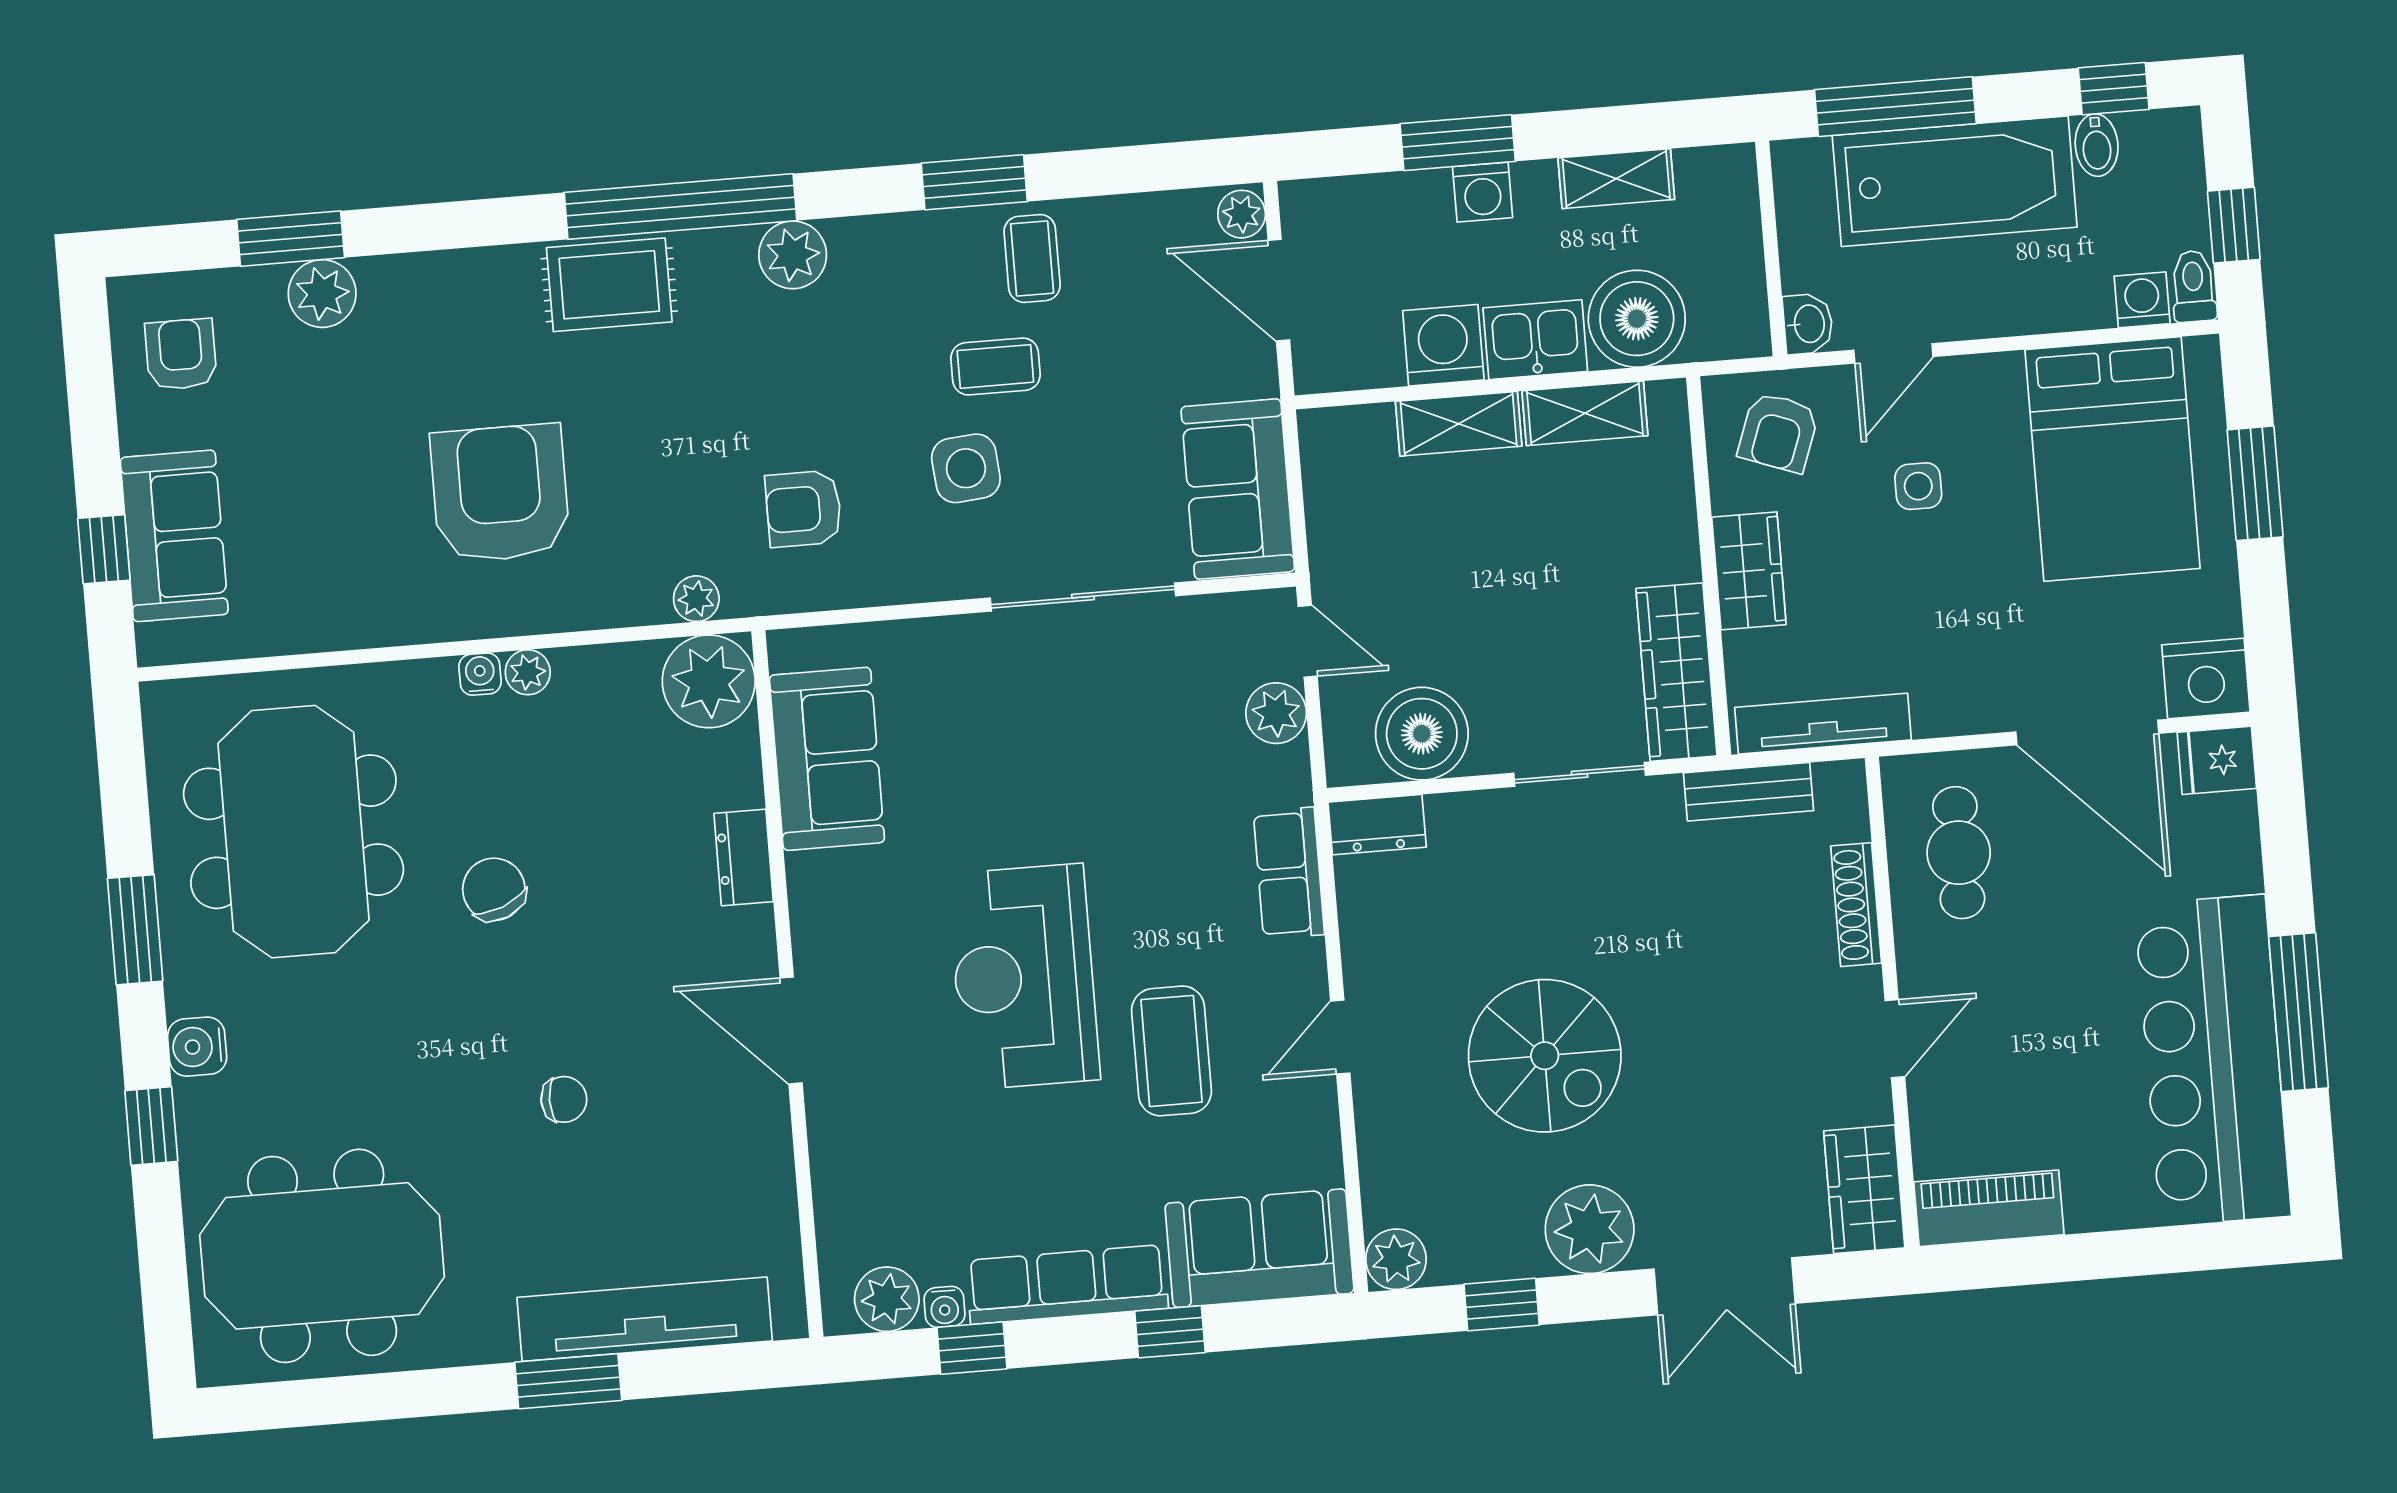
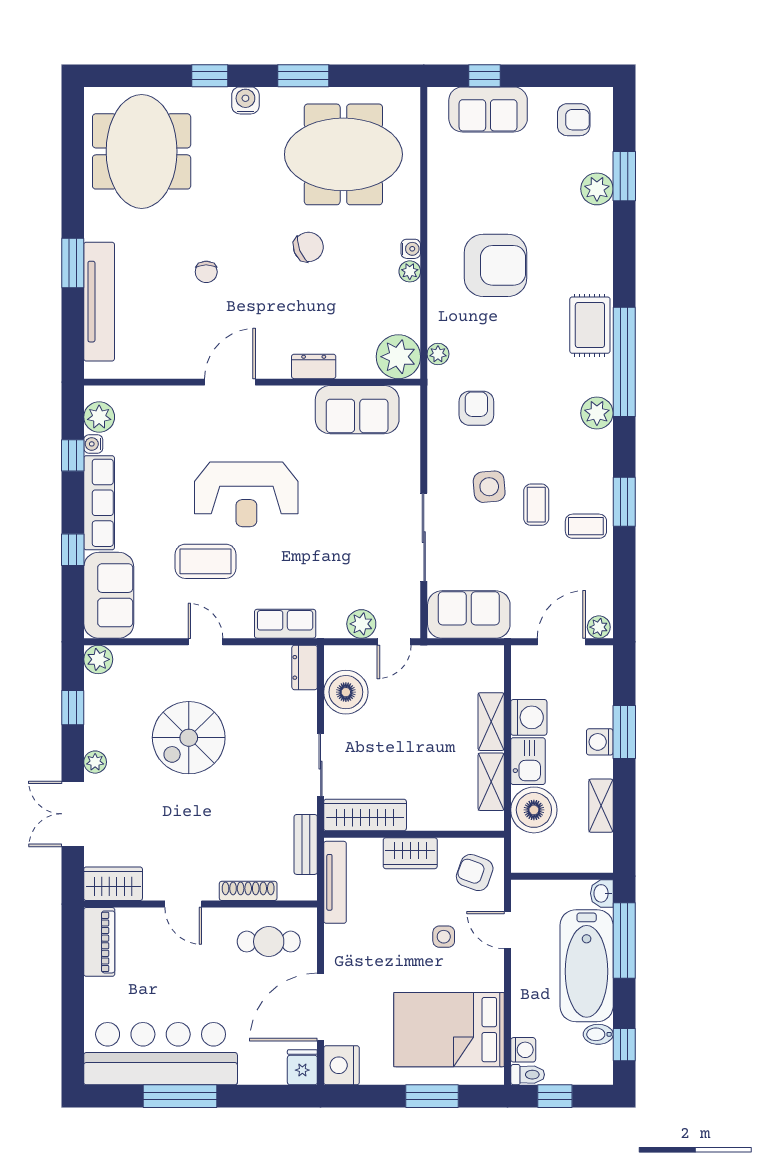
washbasin: (1808, 324) -> (602, 893), moved, turned 90
reception desk: (1024, 977) -> (246, 494), turned 180
plant: (1590, 1229) -> (95, 762), width x0.53, depth x0.53

